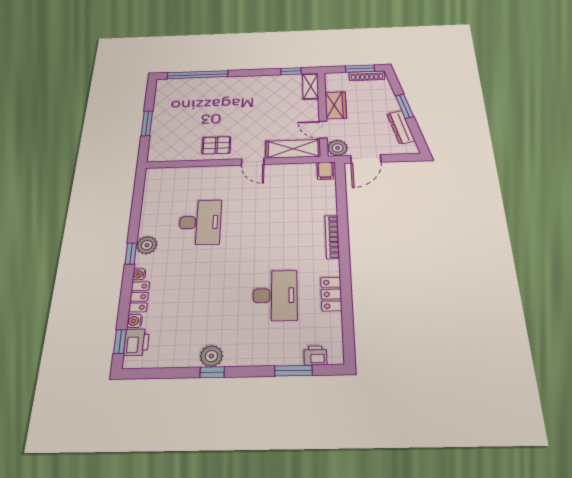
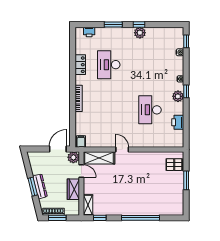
window: (198, 75) -> (140, 218), moved
dresser: (401, 127) -> (40, 186), moved
pallet: (216, 145) -> (174, 165), moved
locker: (139, 297) -> (179, 66), removed
printer: (137, 342) -> (178, 122), moved
window: (293, 371) -> (113, 24), moved

